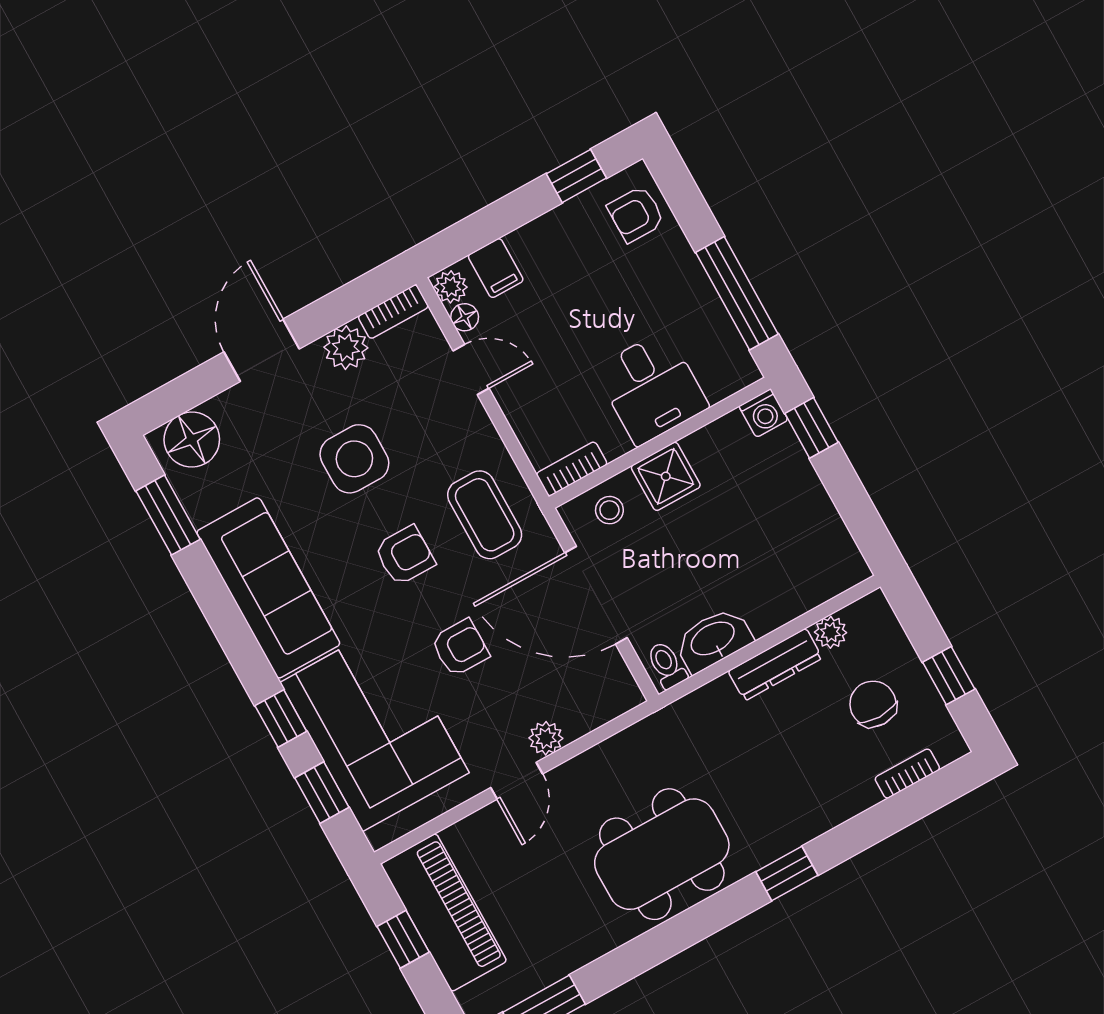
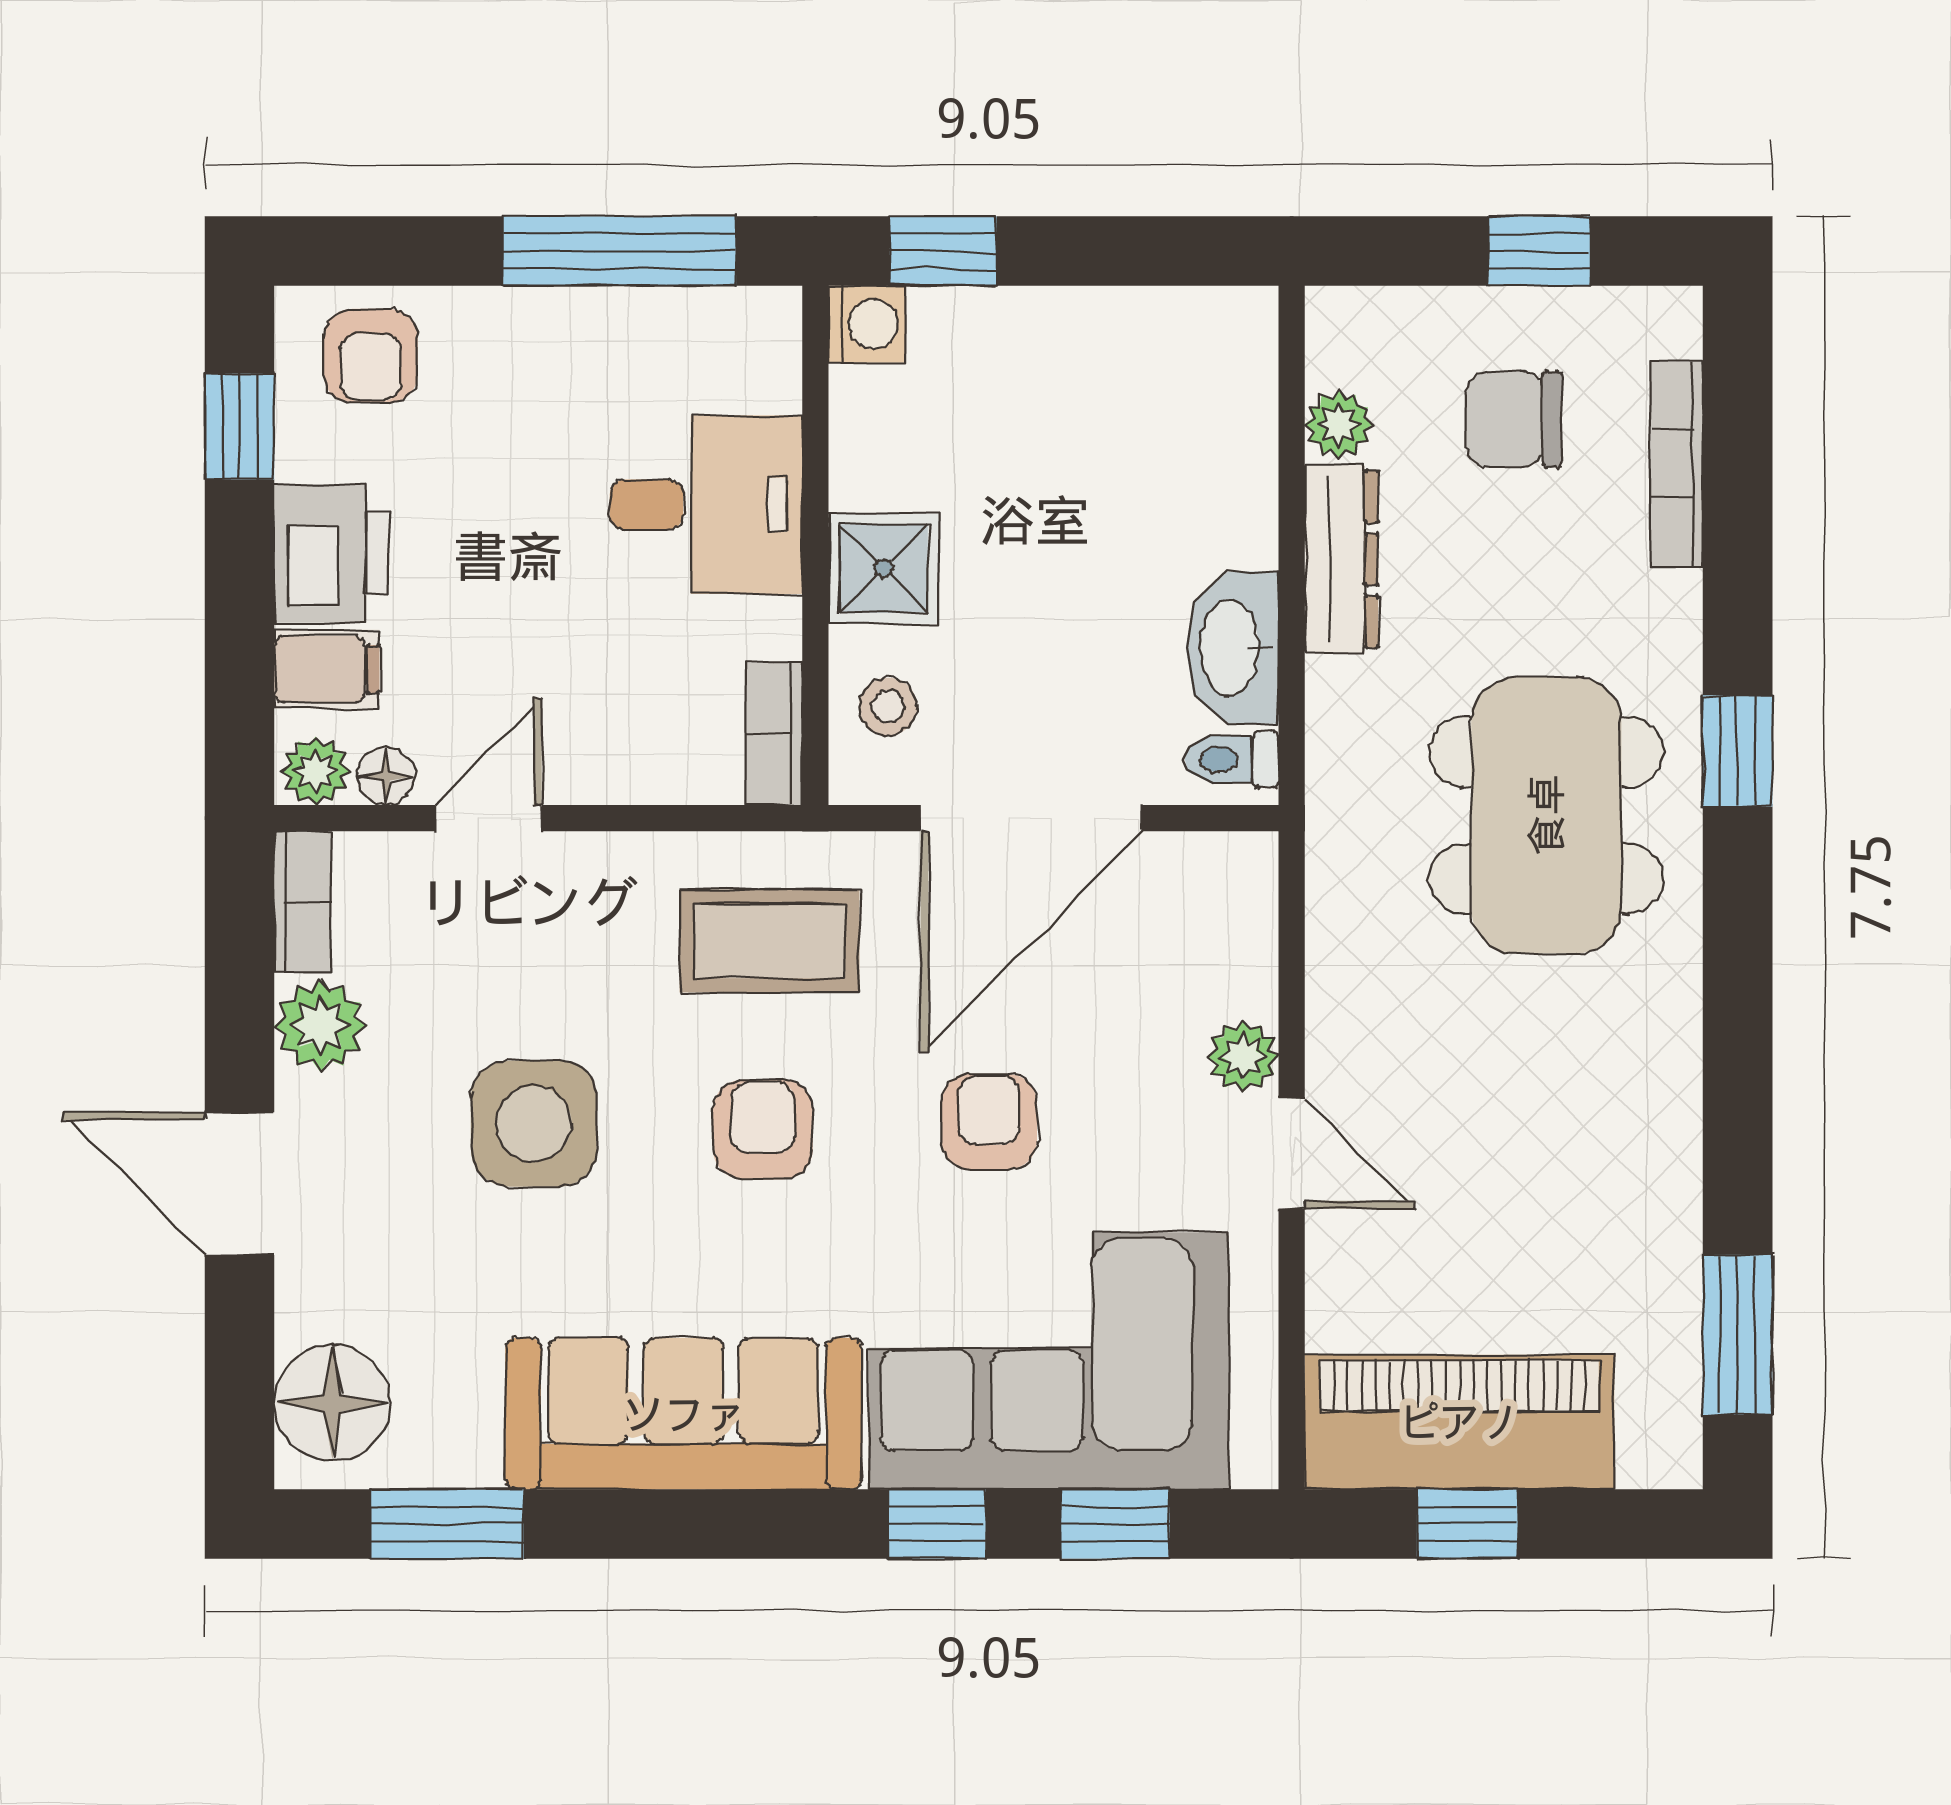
printer: (545, 243) -> (331, 554), added
bookcase: (907, 774) -> (1677, 464), width x1.56
dining table: (662, 854) -> (1546, 815), moved

